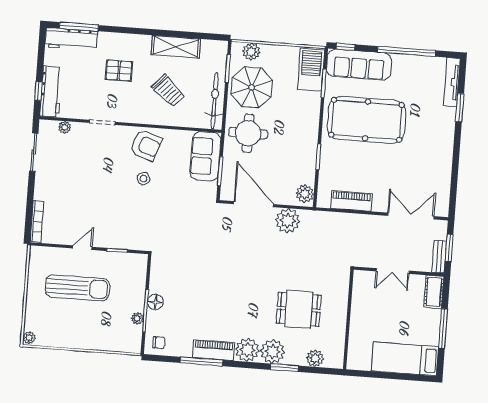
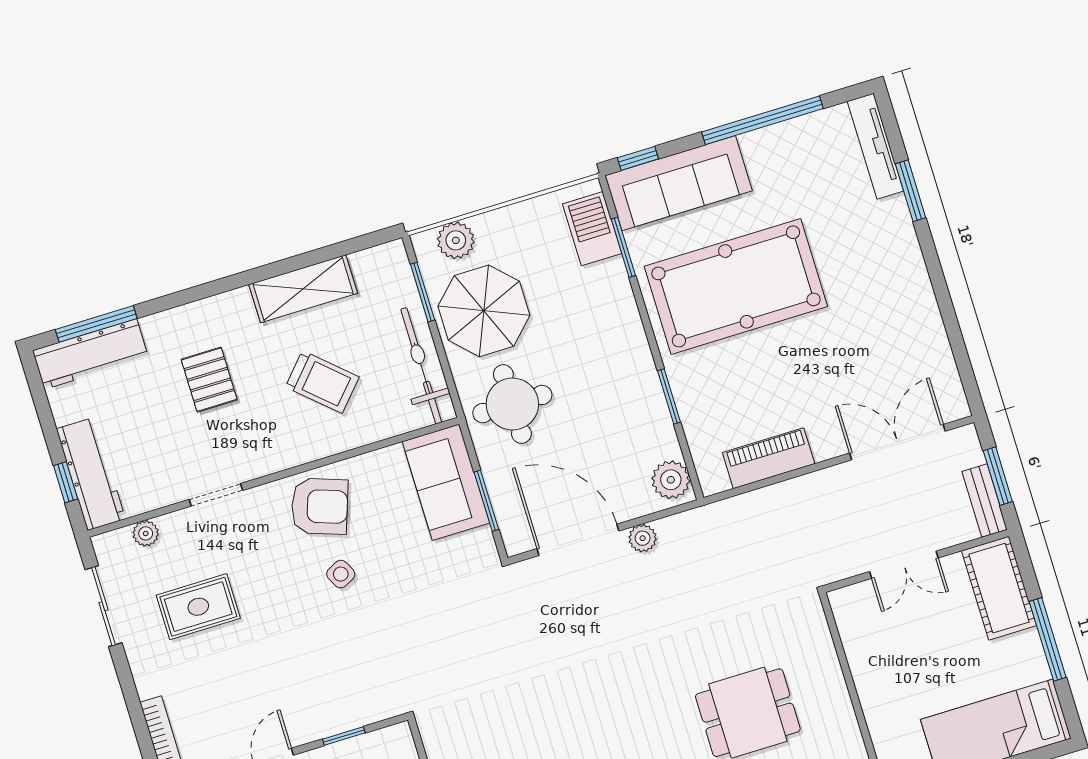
barbecue: (311, 70) -> (592, 229), width x0.73, depth x0.83
pallet: (119, 71) -> (209, 380), turned 90
rug: (75, 168) -> (198, 607), added
plant: (288, 221) -> (643, 538), width x0.53, depth x0.53
cot: (434, 292) -> (999, 588), width x1.37, depth x1.34

